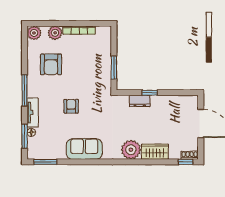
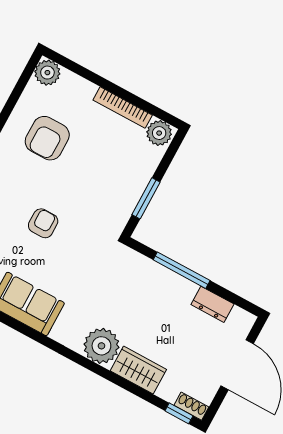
plant: (55, 33) -> (159, 133), moved
window: (150, 93) -> (182, 270), width x2.17
dresser: (140, 101) -> (212, 304), moved

